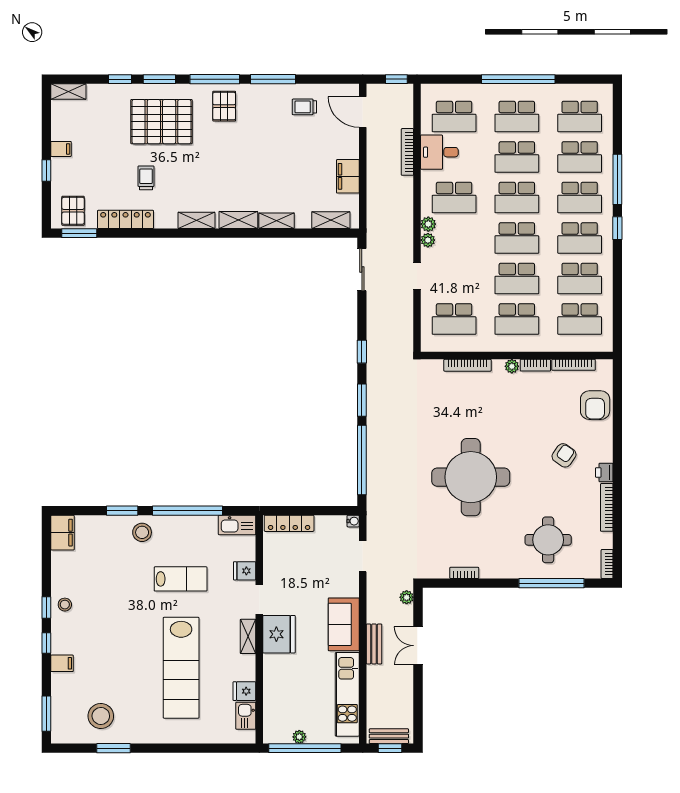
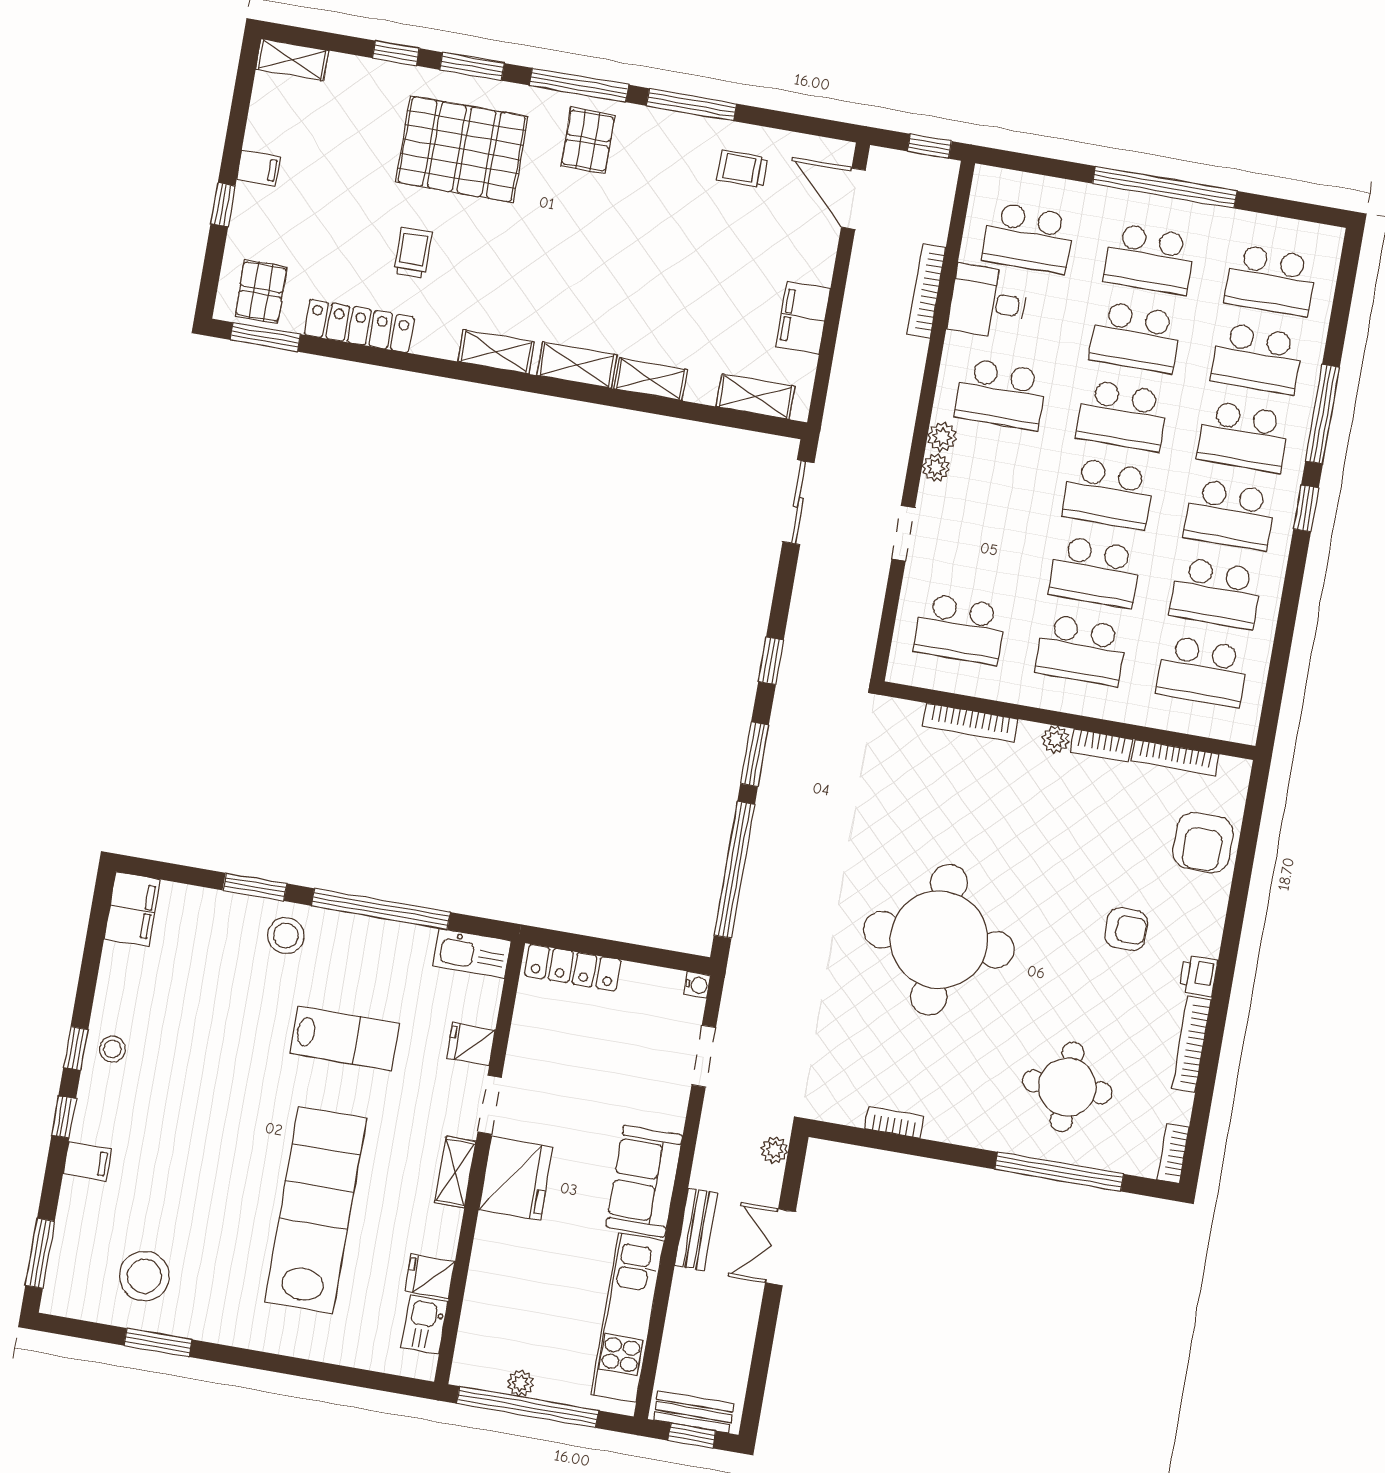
armchair: (564, 455) -> (1126, 929), turned 55
lab bench: (181, 668) -> (316, 1210), turned 180

